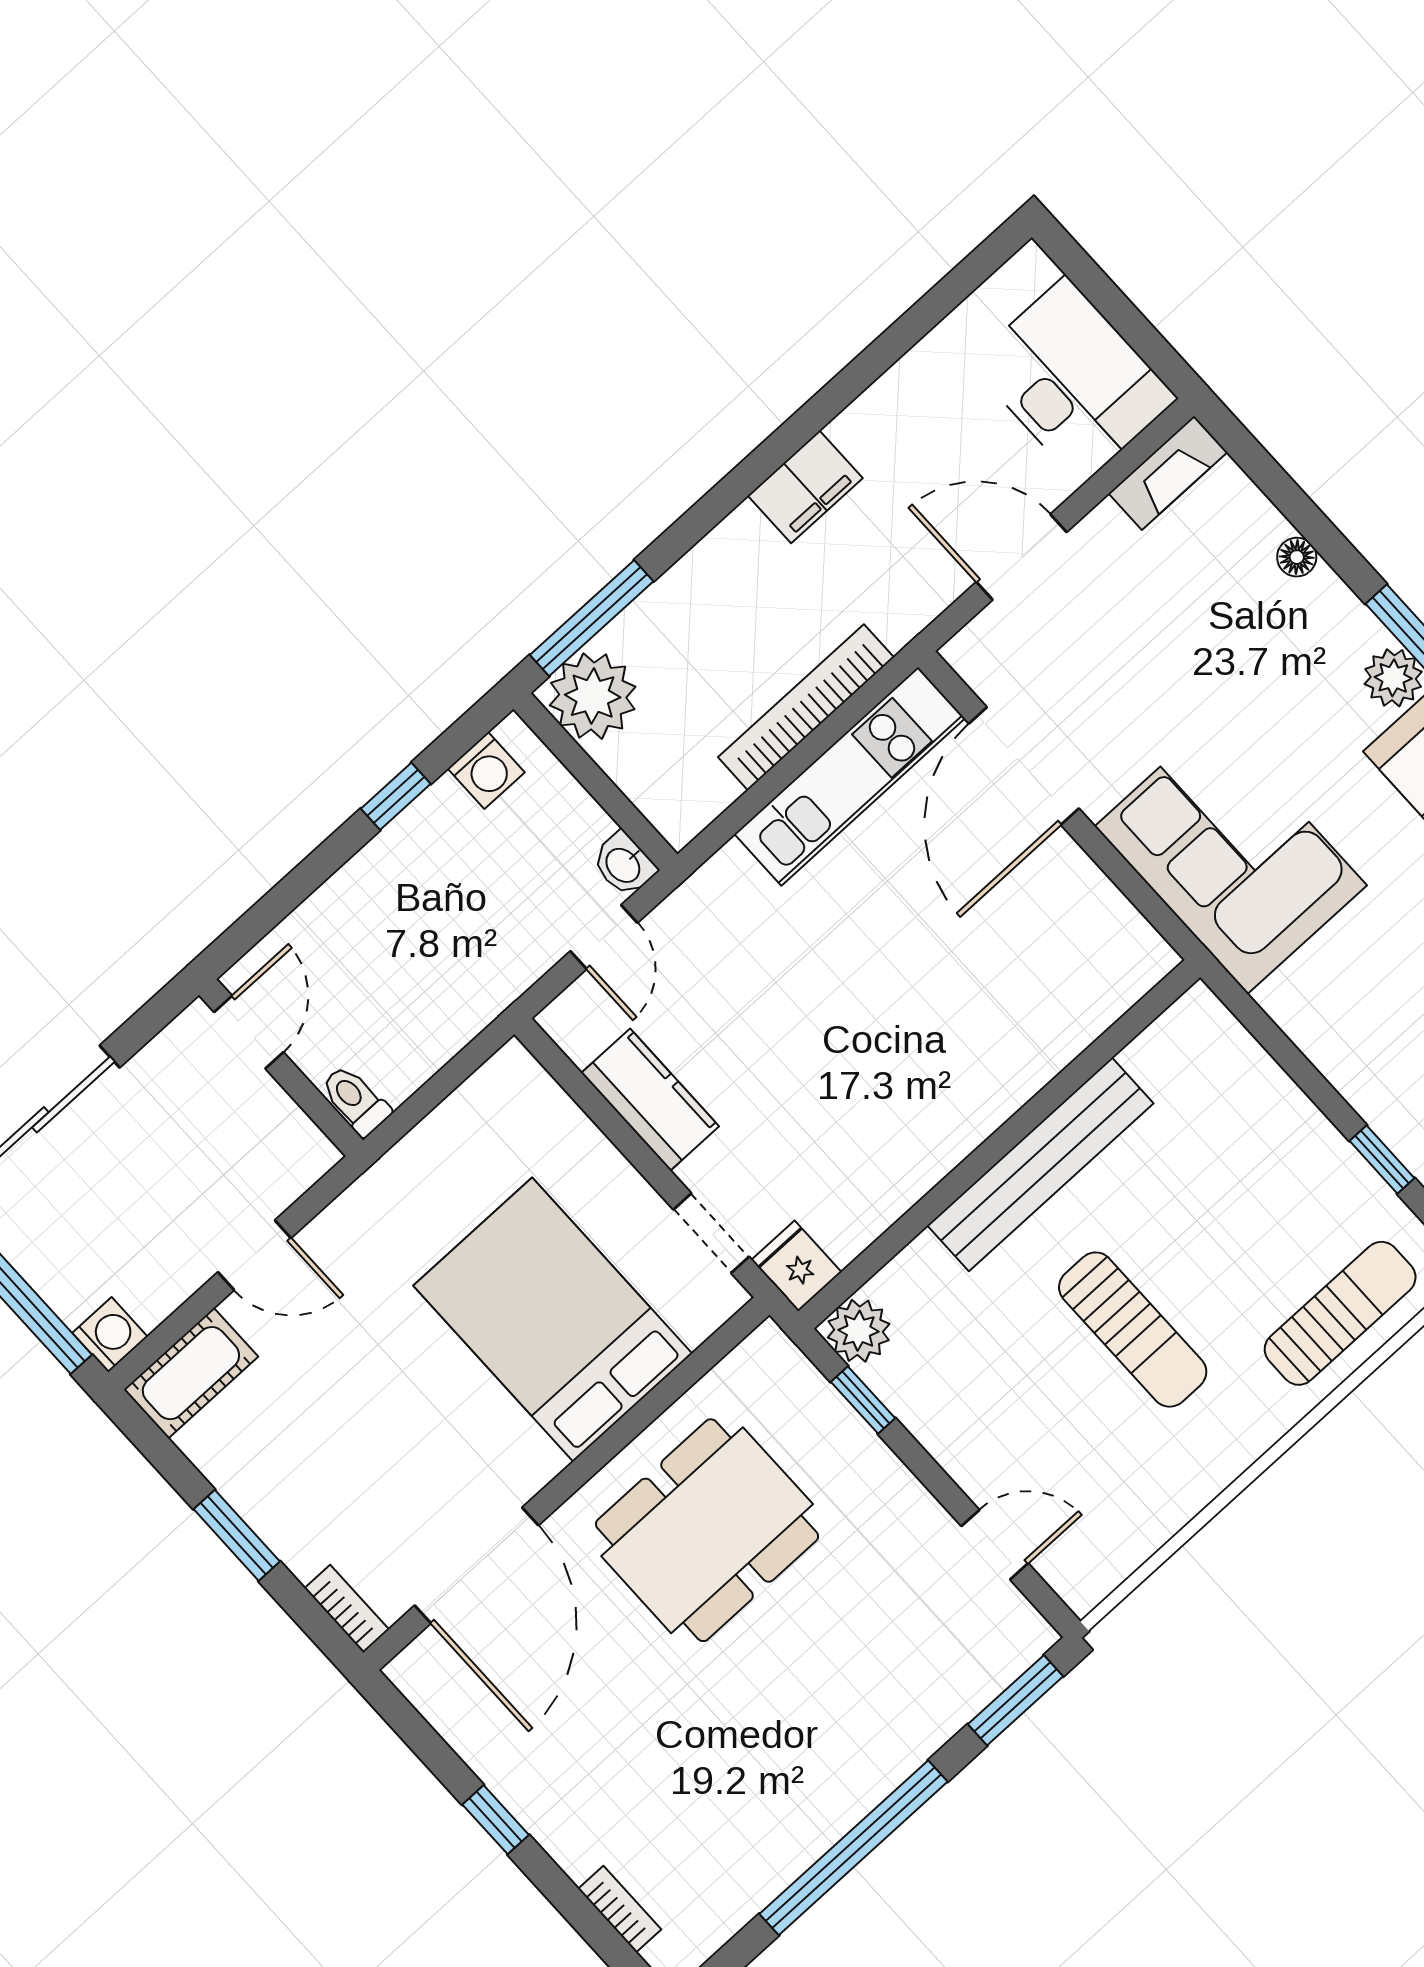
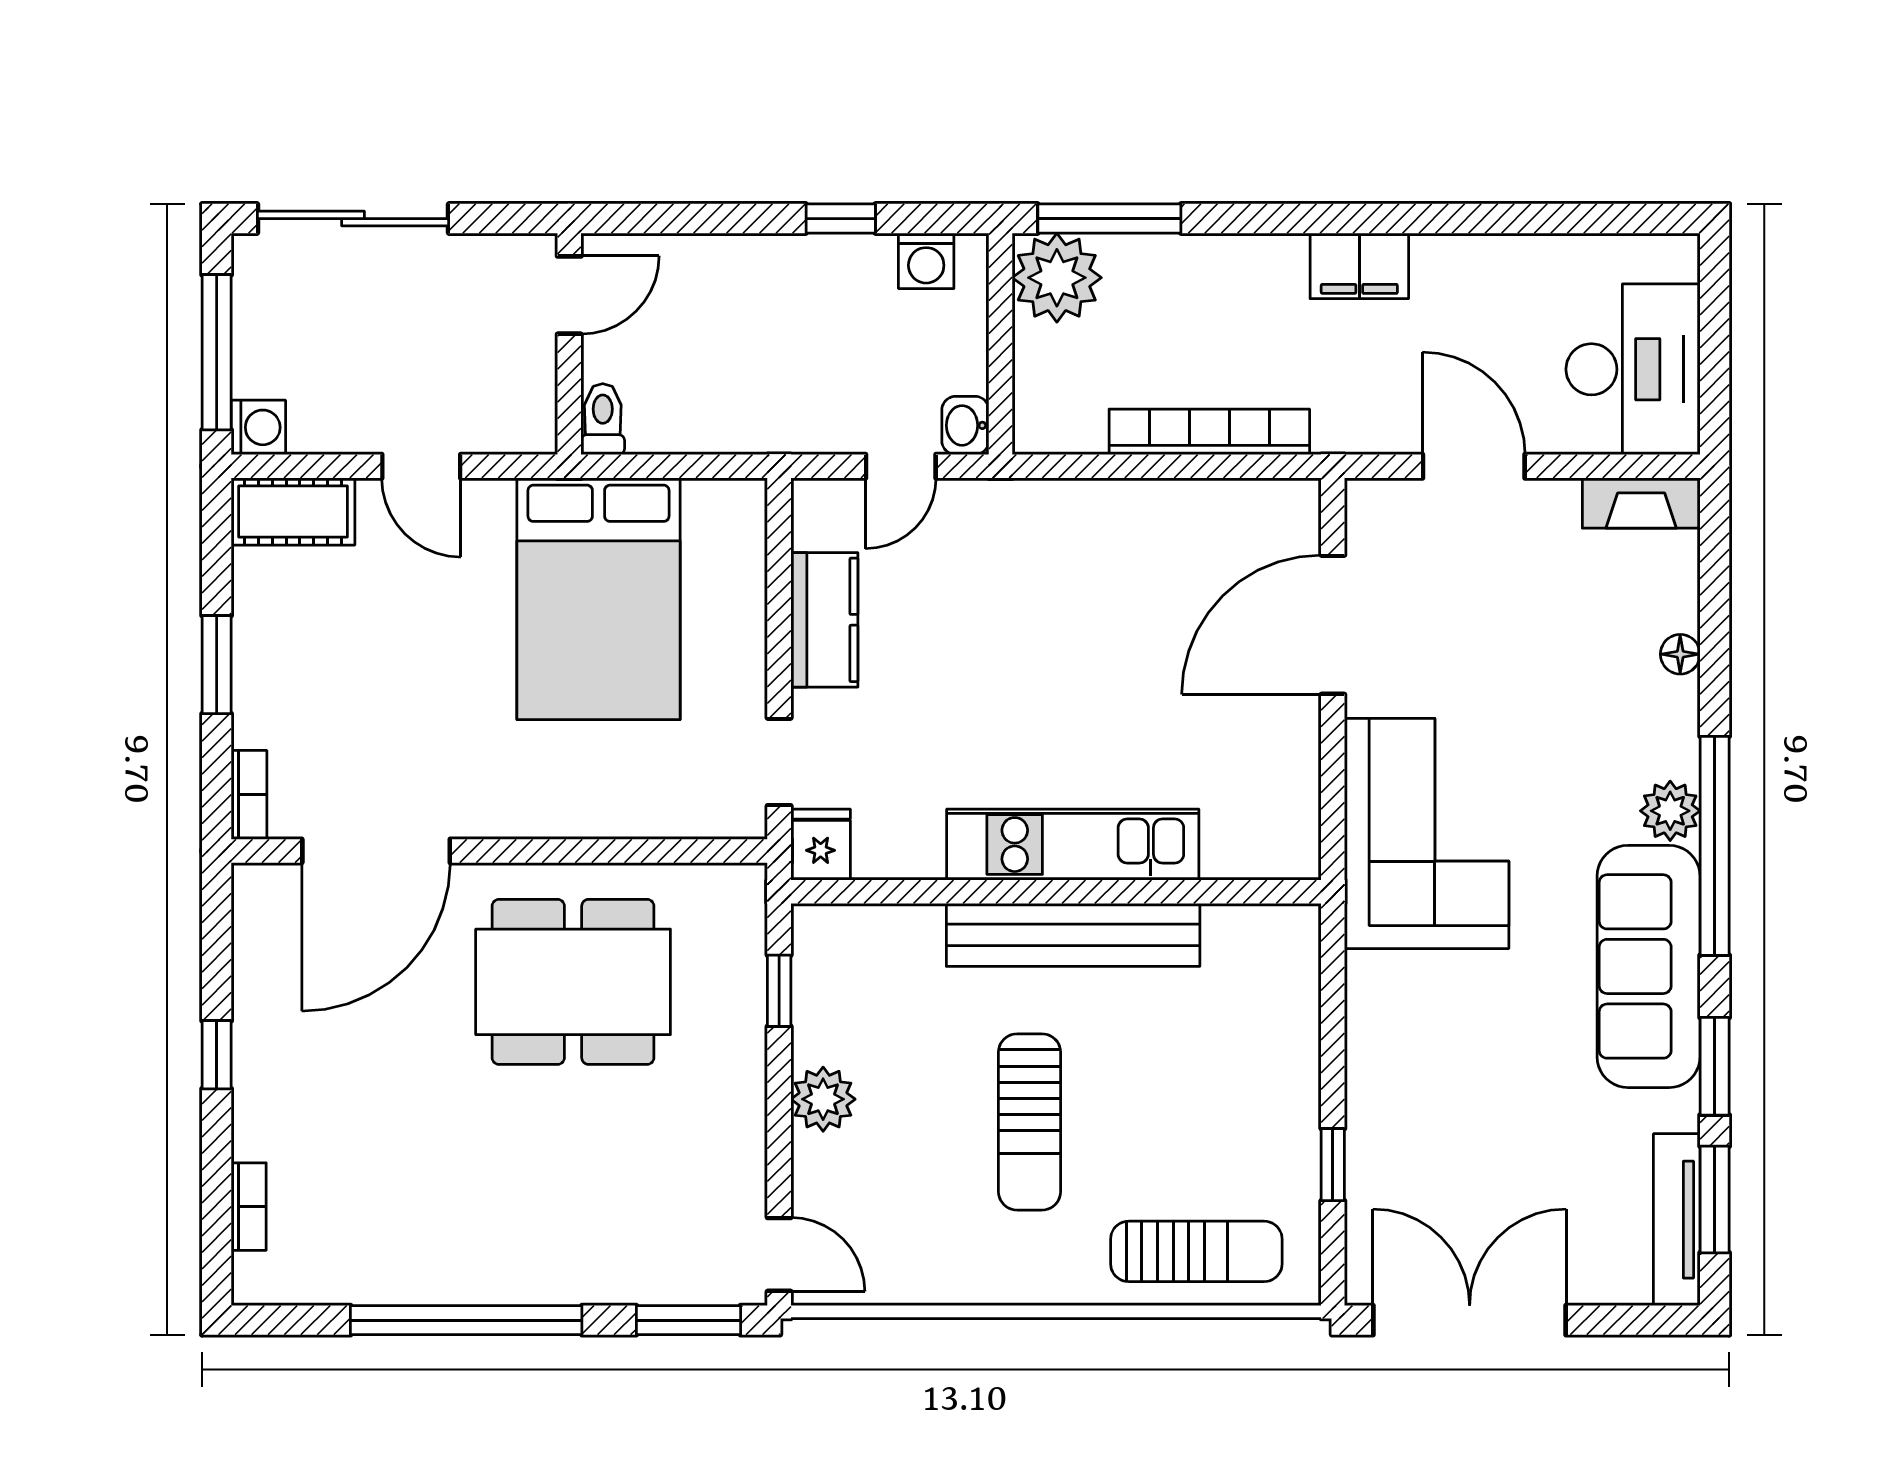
kitchen unit: (850, 776) -> (1073, 845), moved, turned 180
bed: (553, 1320) -> (599, 599), moved, turned 180
plant: (859, 1331) -> (823, 1099), moved
door: (995, 1545) -> (779, 1254), moved

